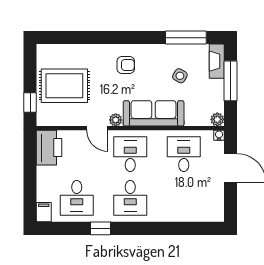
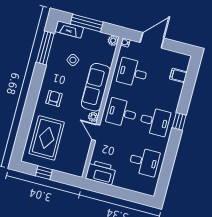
rug: (64, 86) -> (47, 138), moved
window: (30, 102) -> (44, 173), moved
door: (97, 128) -> (96, 132), swing flipped
filing cabinet: (44, 212) -> (178, 75), moved
window: (101, 228) -> (179, 121), moved

